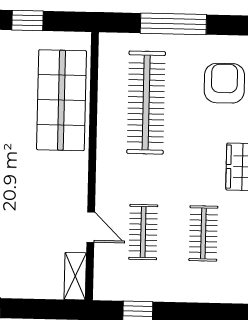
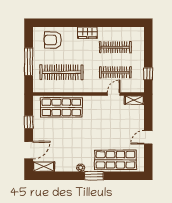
clothes rail: (143, 232) -> (115, 72), width x1.36
clothes rail: (203, 233) -> (115, 47), width x1.36

